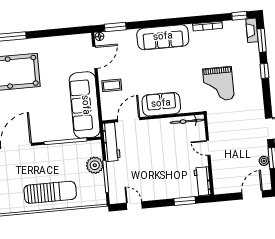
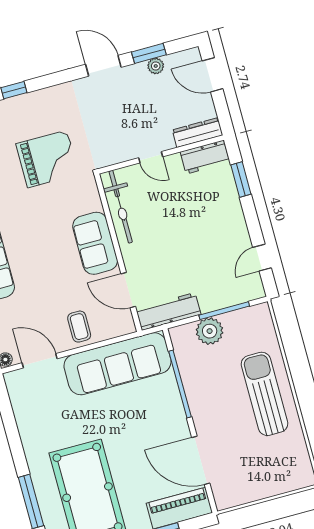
bicycle: (187, 121) -> (121, 207), width x1.37, depth x1.40
door: (208, 148) -> (151, 157), hinge flipped
dresser: (218, 179) -> (197, 133), added

